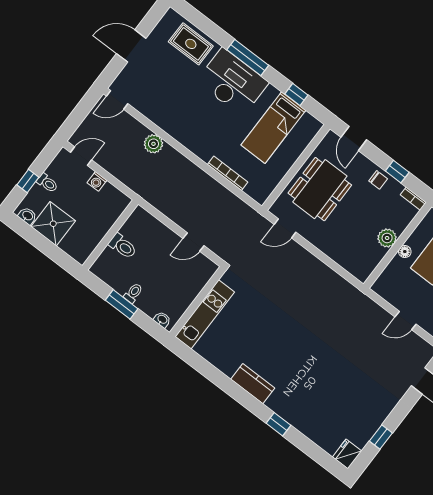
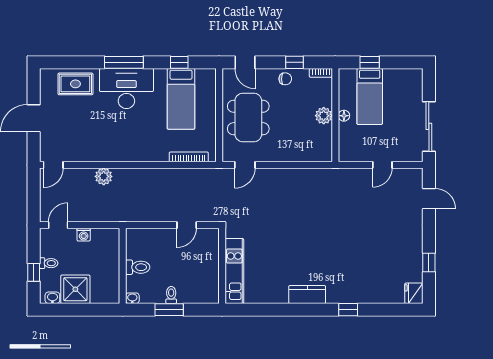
bookcase: (228, 173) -> (189, 157), moved
washbasin: (162, 320) -> (132, 298), moved

